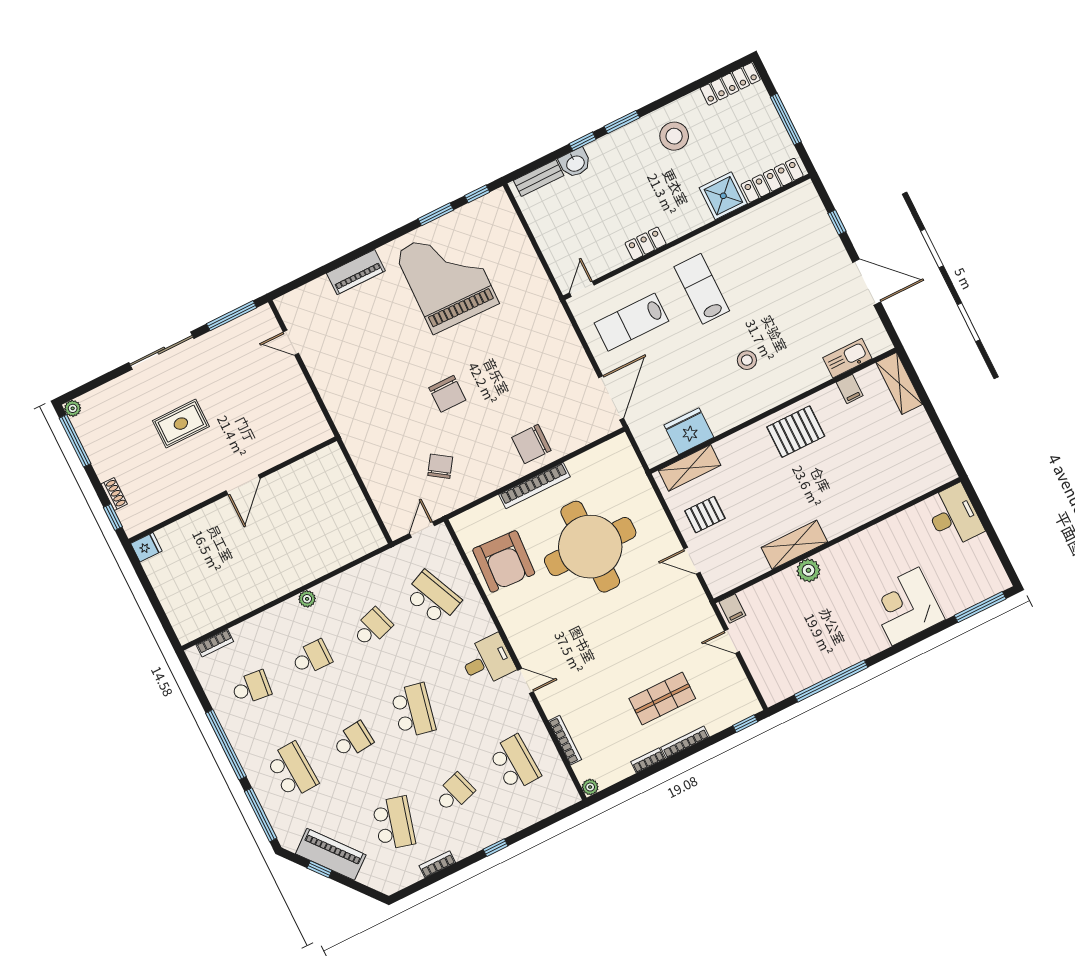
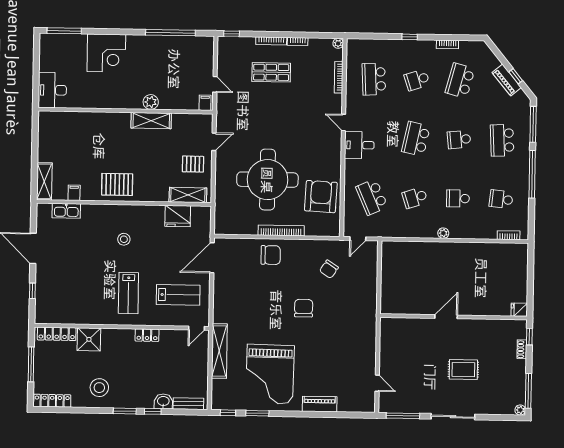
shelving: (534, 274) -> (219, 351), added
door: (692, 561) -> (214, 142), hinge flipped
piano: (331, 854) -> (507, 80), width x0.73, depth x0.75

